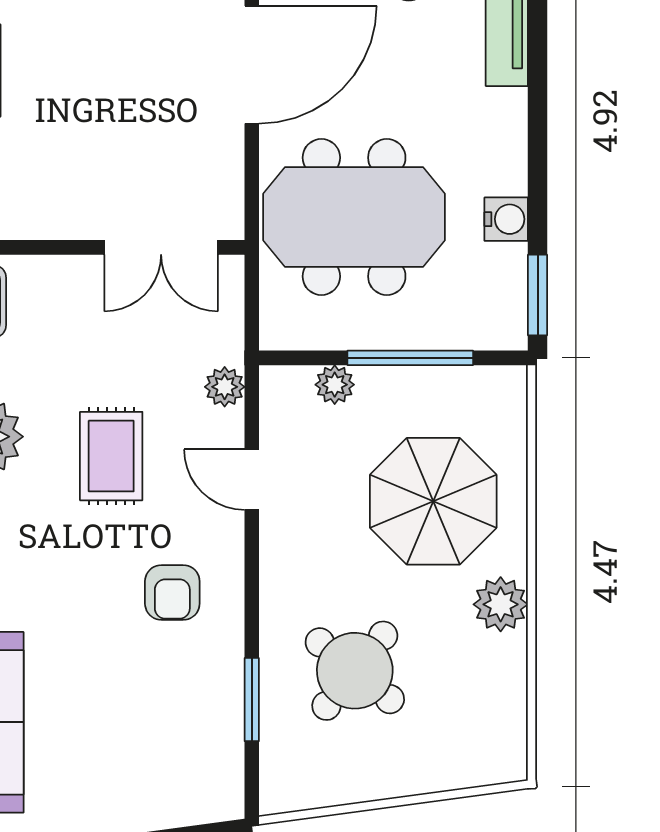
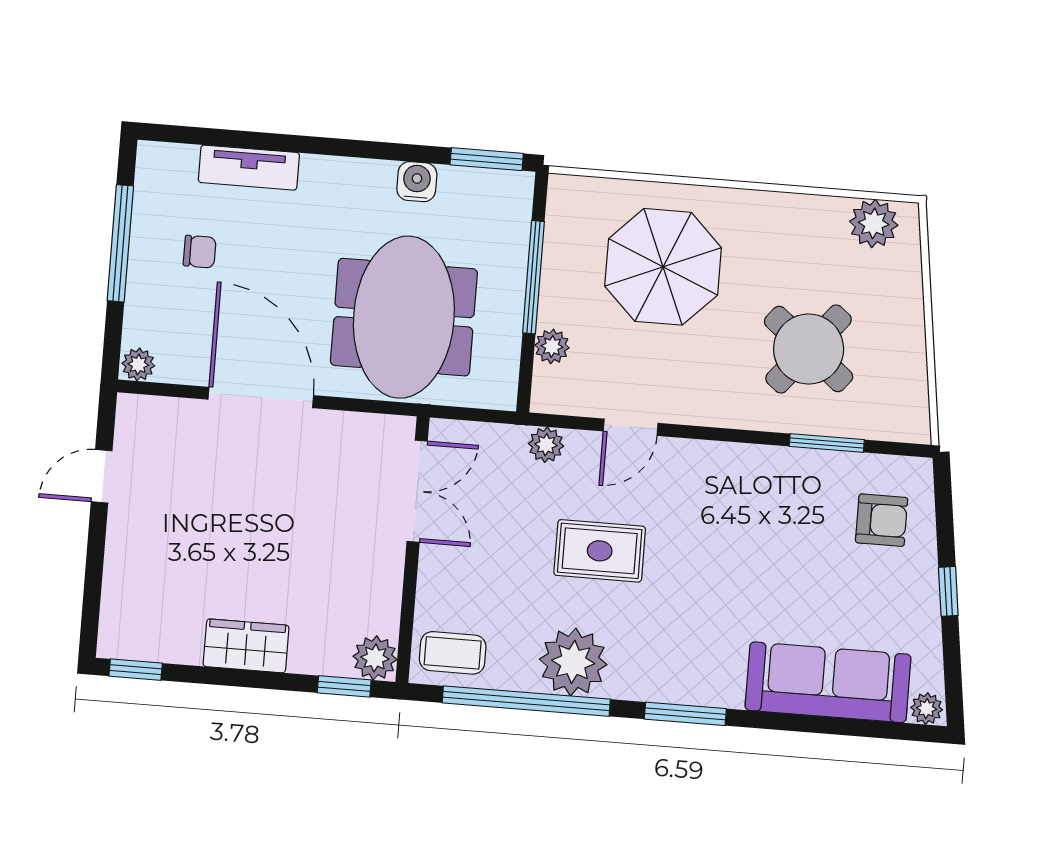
armchair: (172, 592) -> (882, 520), moved
plant: (501, 604) -> (874, 223), moved

